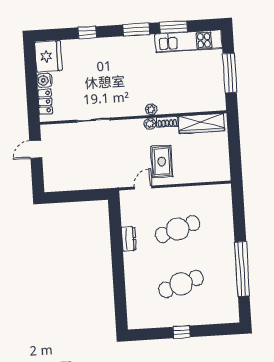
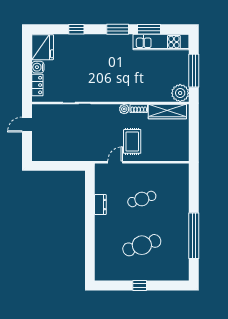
plant: (151, 109) -> (180, 93), moved, width x1.88, depth x1.88
cafe table: (178, 229) -> (142, 199), width x0.73, depth x0.74

